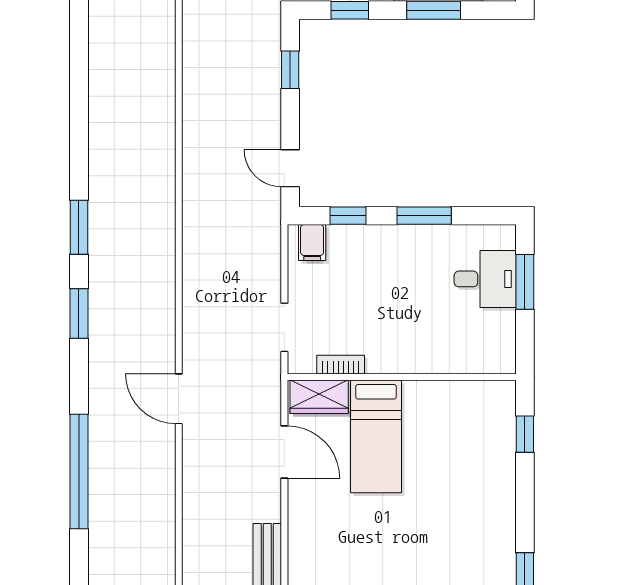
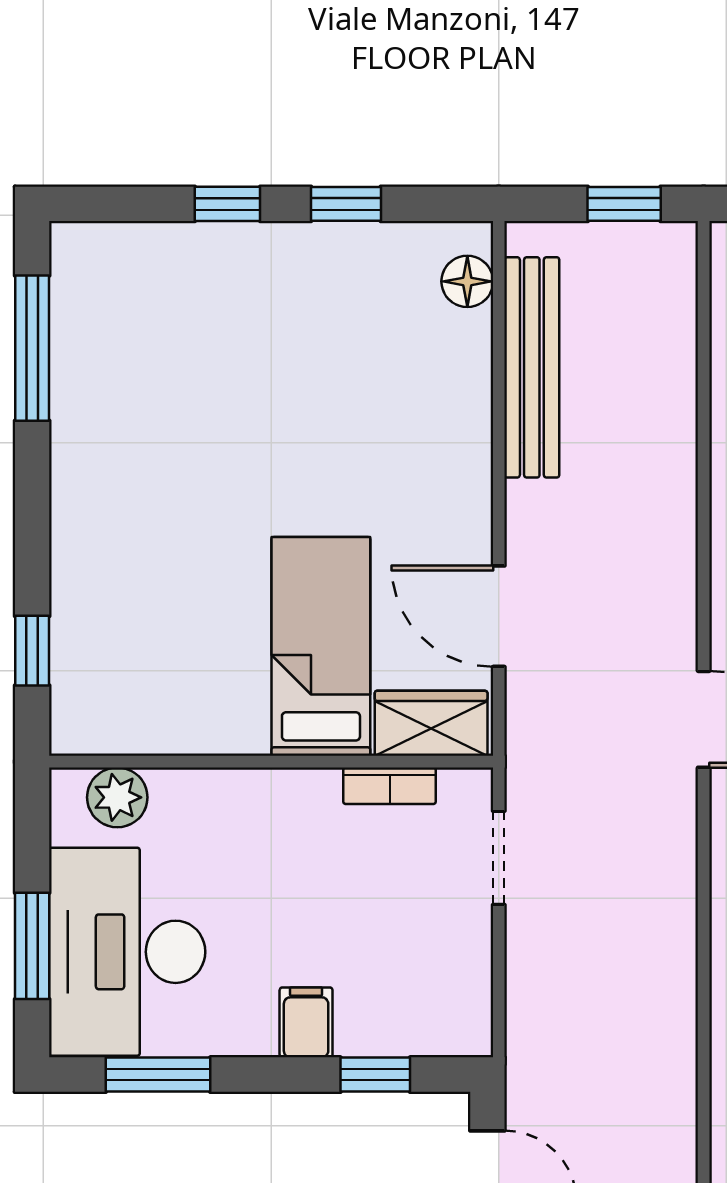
window: (424, 216) -> (158, 1075), moved
filing cabinet: (312, 243) -> (306, 1022), moved
desk: (485, 279) -> (127, 952), width x1.87, depth x1.30
plant: (481, 359) -> (117, 797), added

